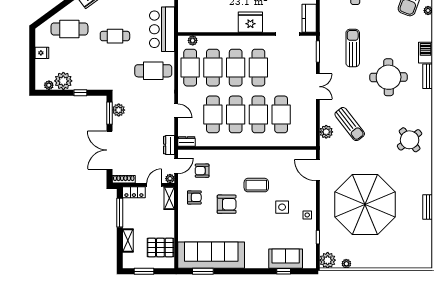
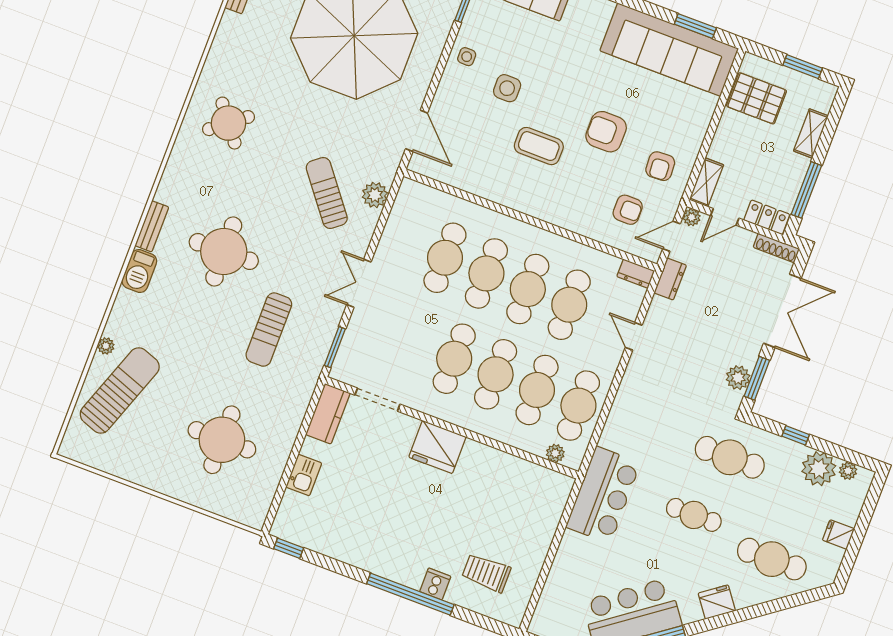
cafe table: (153, 71) -> (730, 457), moved
armchair: (194, 197) -> (660, 166), turned -93

